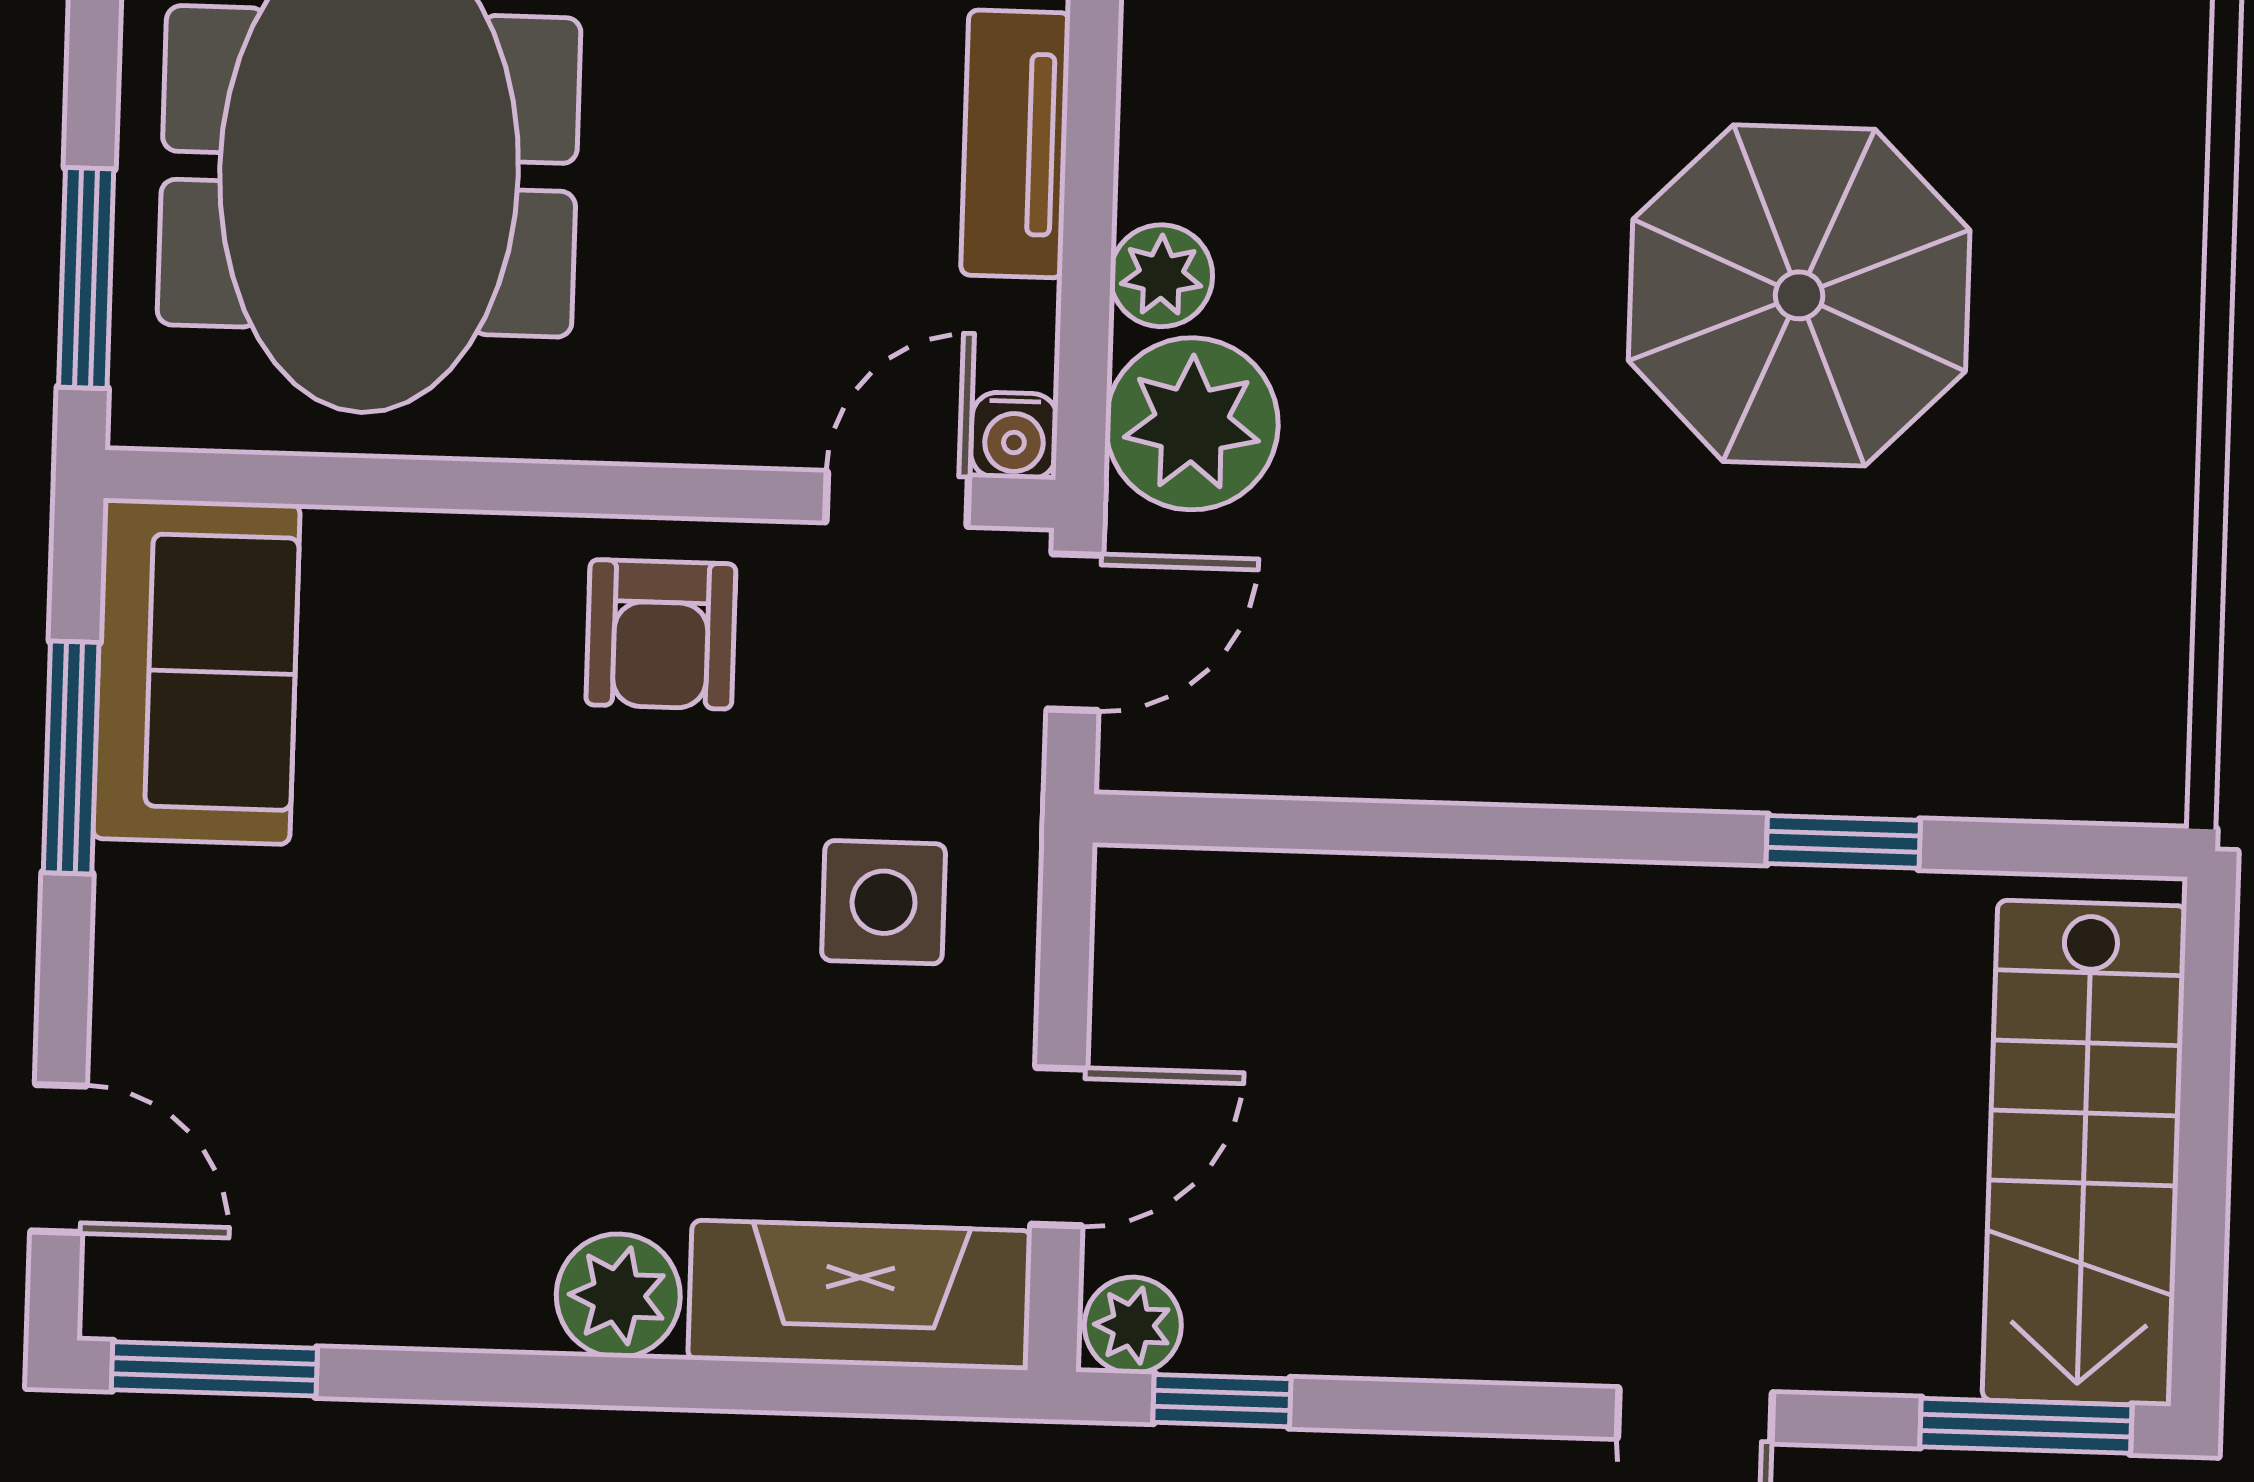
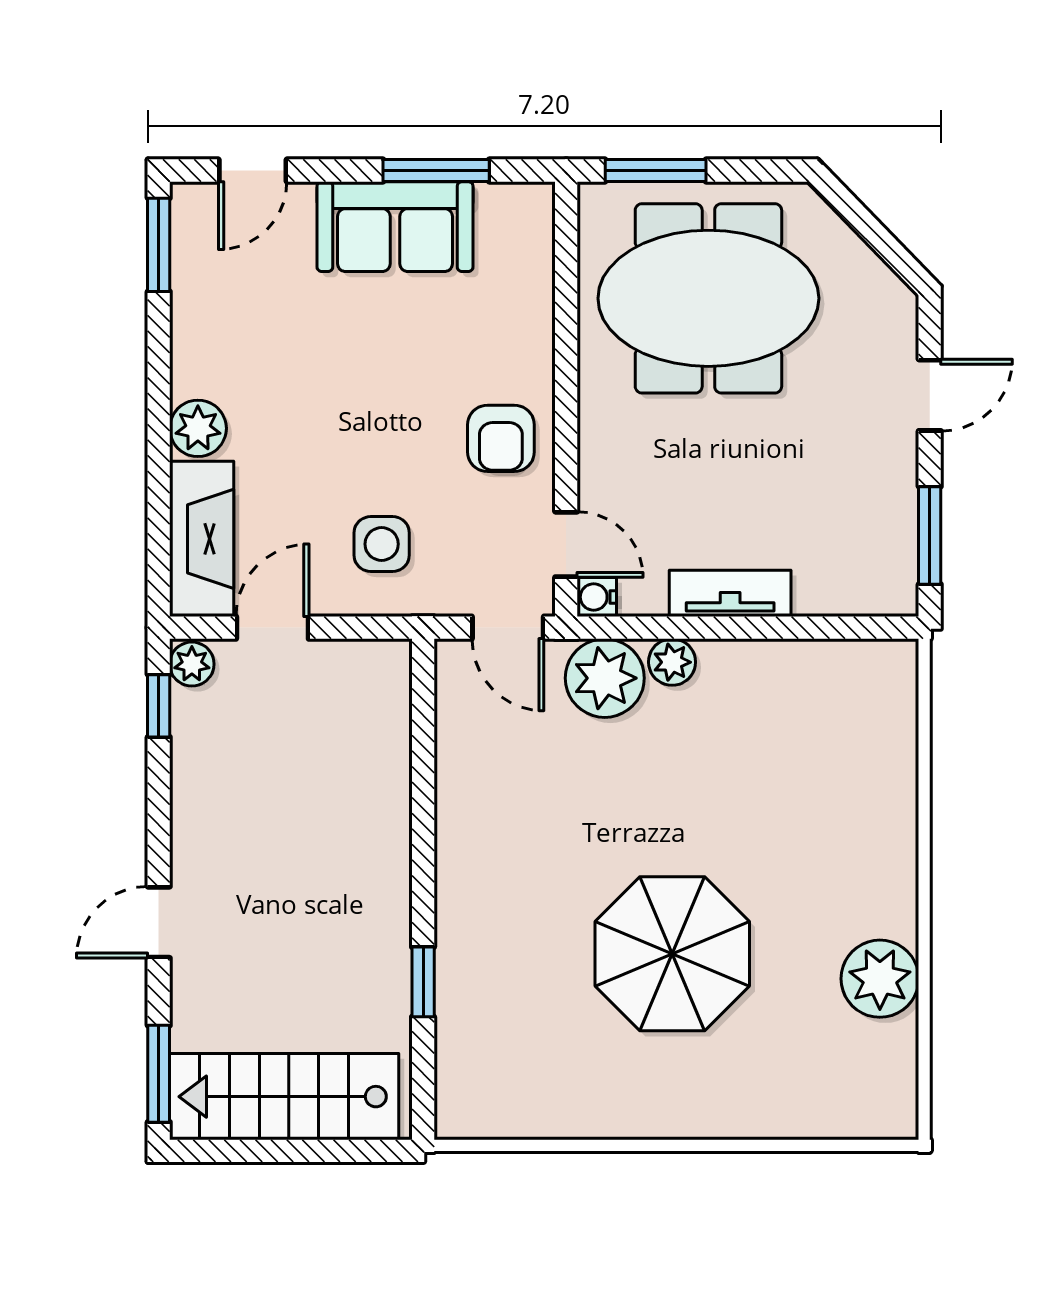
armchair: (661, 634) -> (501, 438), turned -90
sofa: (196, 671) -> (395, 227), moved
door: (1059, 1147) -> (272, 628), swing flipped

